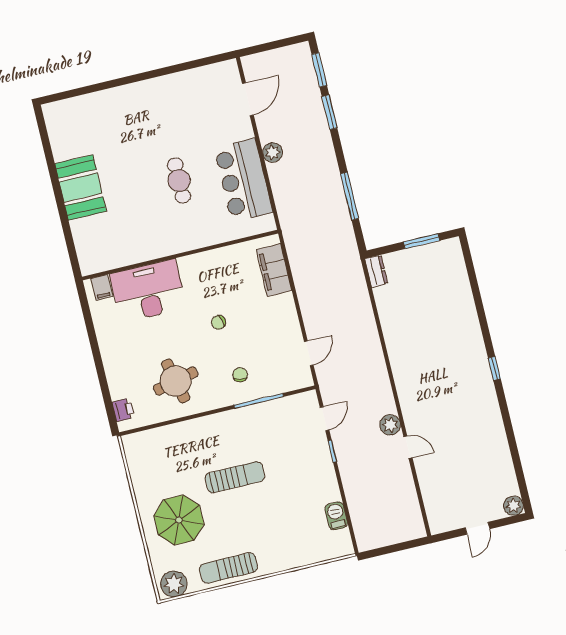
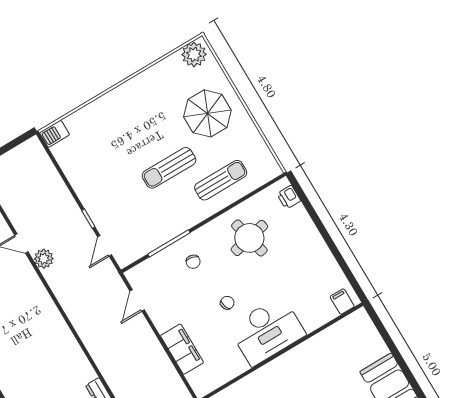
filing cabinet: (274, 270) -> (182, 349), moved
desk: (148, 291) -> (267, 331), moved
barbecue: (336, 516) -> (54, 134), moved, turned 90
sun lounger: (228, 568) -> (221, 180), moved

